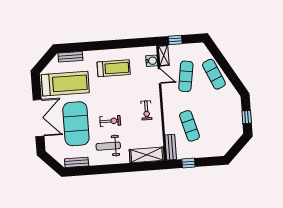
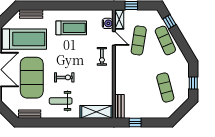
window: (217, 54) -> (169, 22), added
exercise bike: (146, 110) -> (102, 56), moved
exercise mat: (189, 126) -> (165, 87), moved

